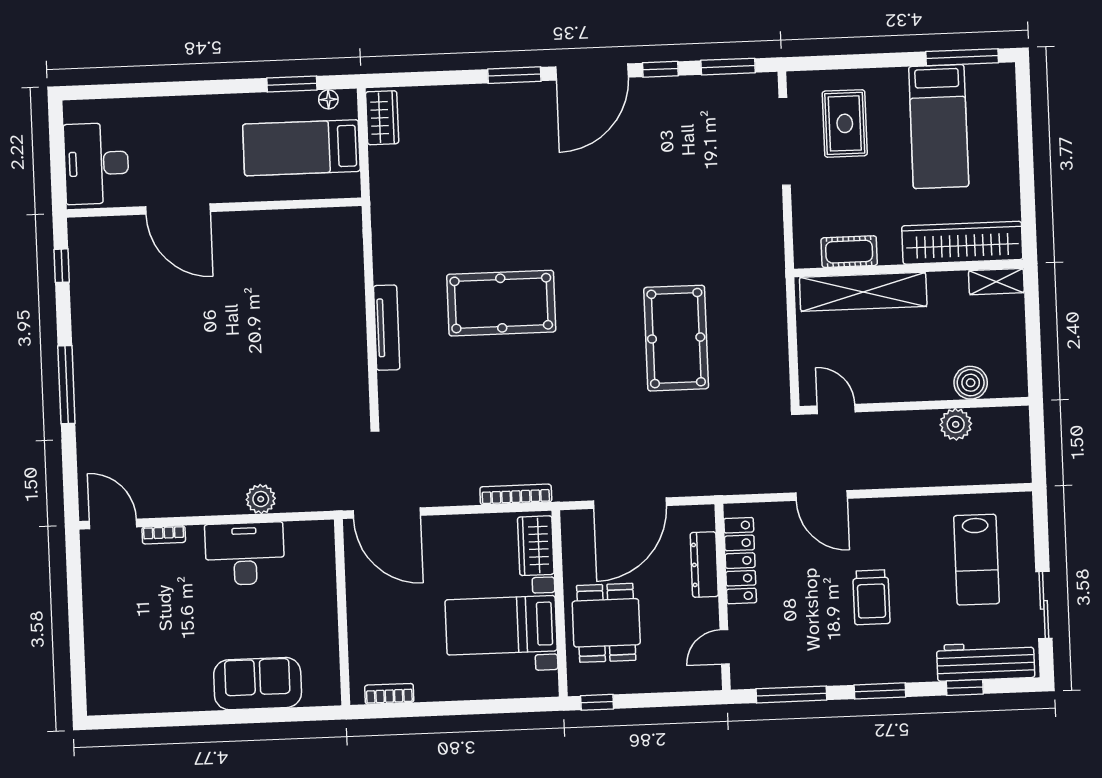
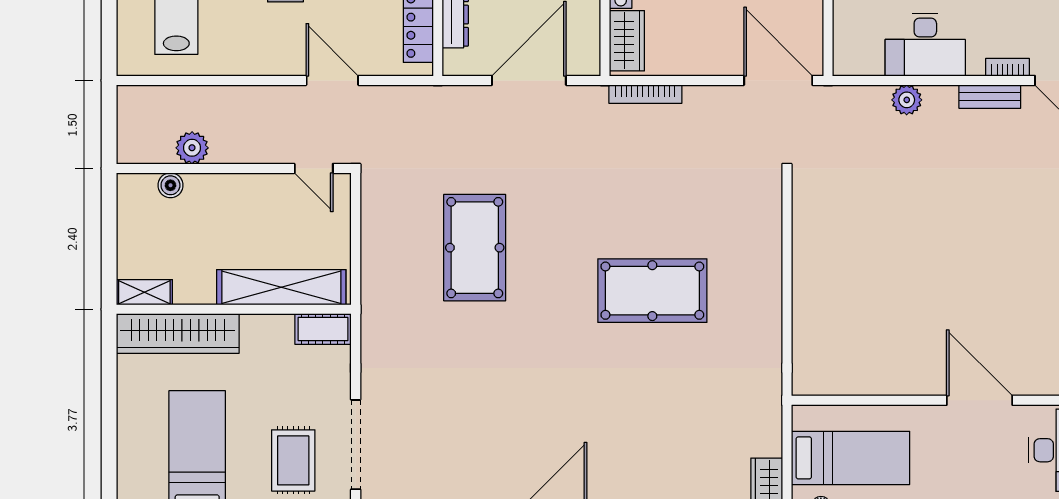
cot: (849, 252) -> (323, 329), moved
tv unit: (387, 328) -> (771, 270), removed
boiler: (971, 383) -> (170, 185), width x0.73, depth x0.73
bench: (180, 505) -> (990, 97), added

